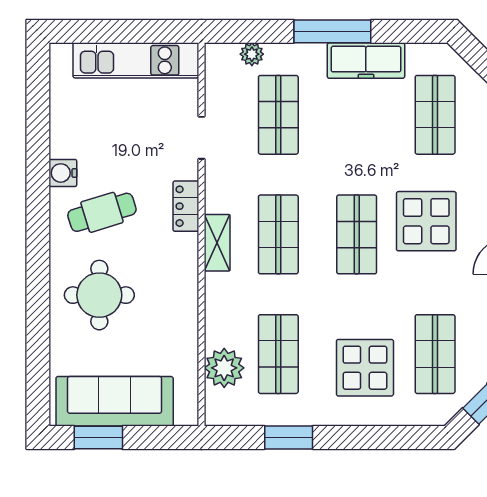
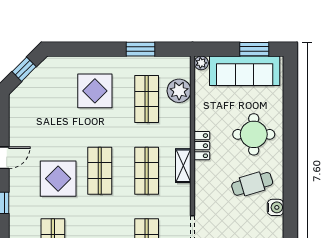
locker: (186, 206) -> (202, 146), moved
shop shelf: (435, 354) -> (53, 99), removed
plant: (187, 414) -> (201, 63), added

